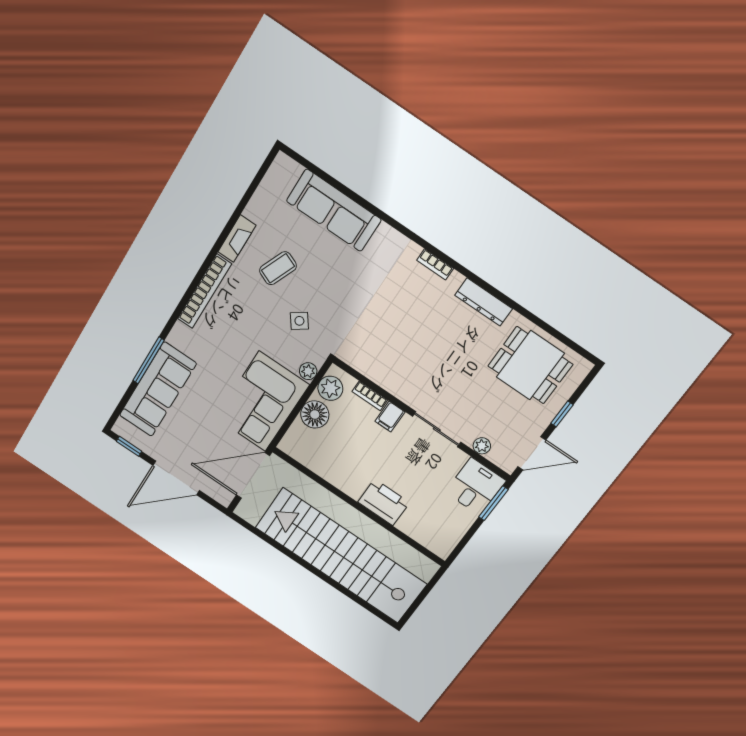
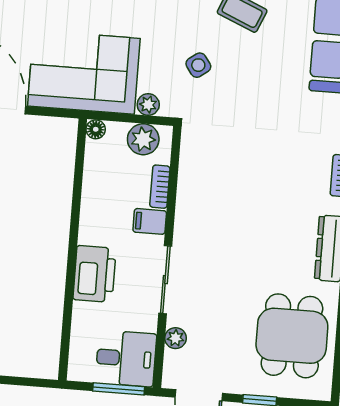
floor lamp: (315, 414) -> (96, 129), width x0.53, depth x0.53
printer: (384, 502) -> (94, 274), moved
wall: (359, 507) -> (73, 250), moved

